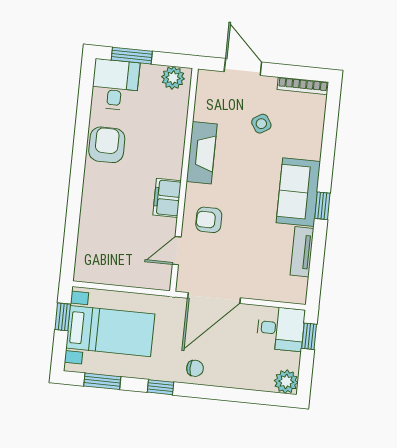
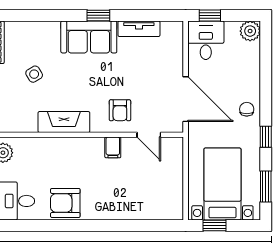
filing cabinet: (167, 198) -> (113, 147), width x0.50

